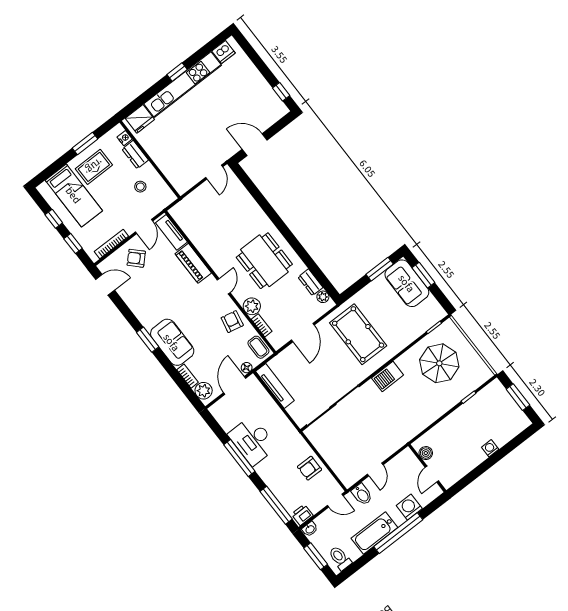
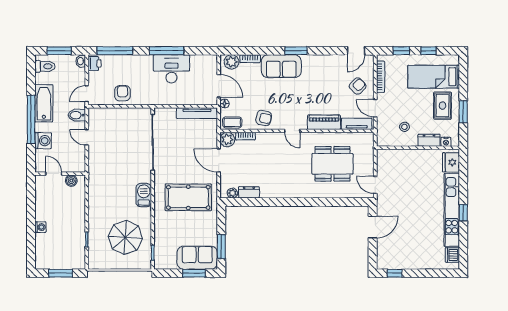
dining table: (264, 261) -> (332, 164), moved
plant: (252, 306) -> (227, 140), moved

